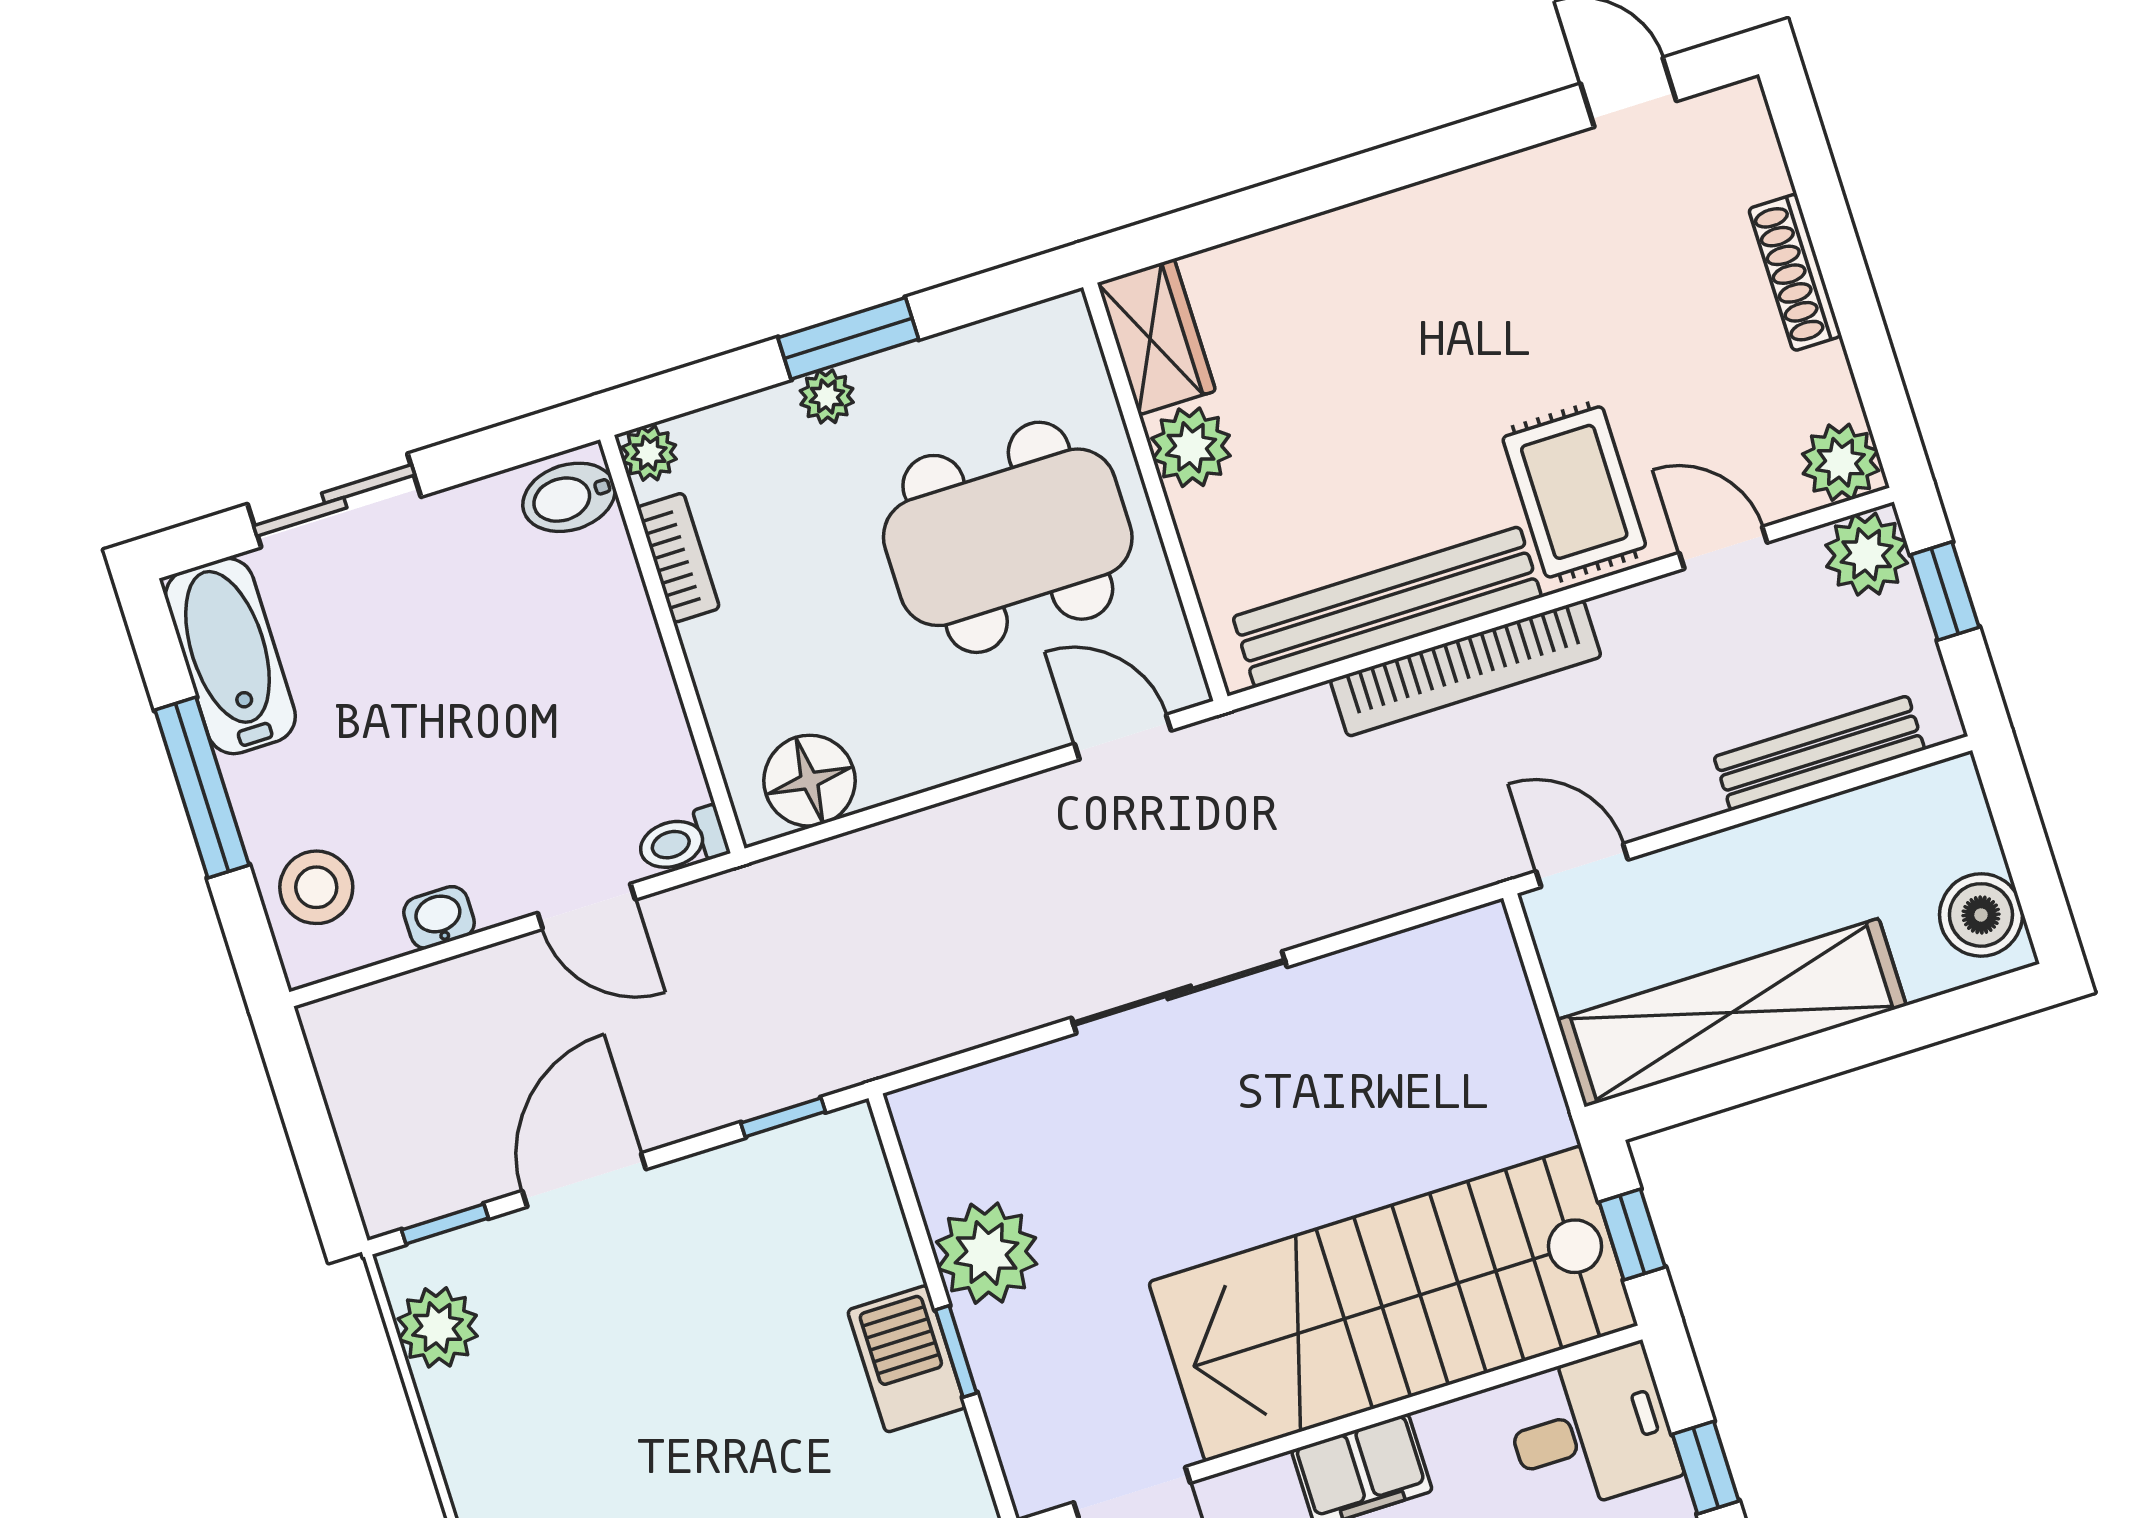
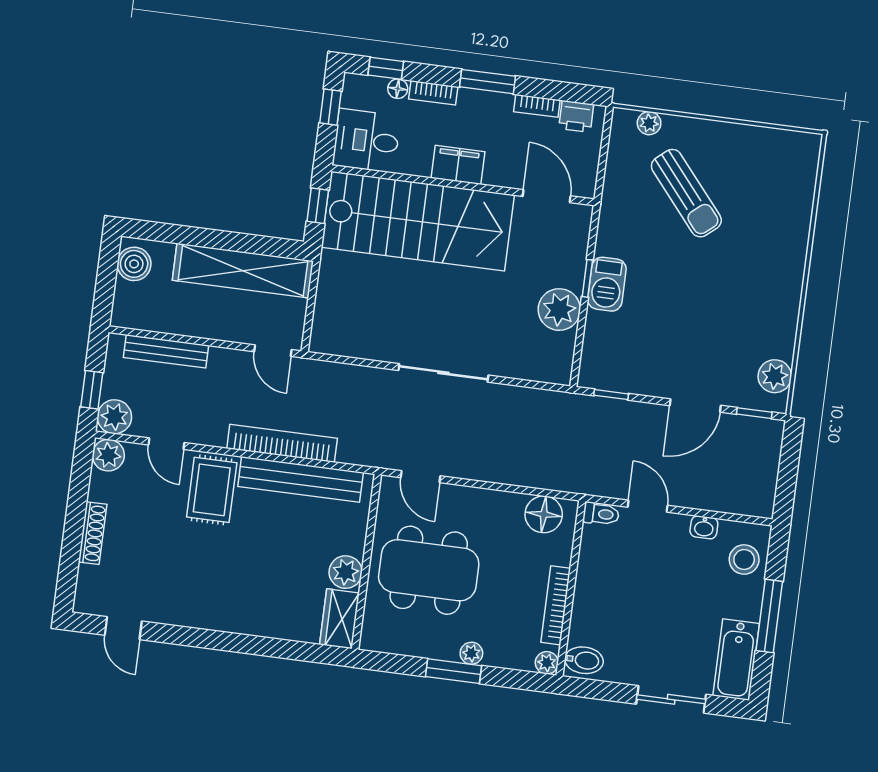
bookcase: (678, 558) -> (556, 605), width x1.56

